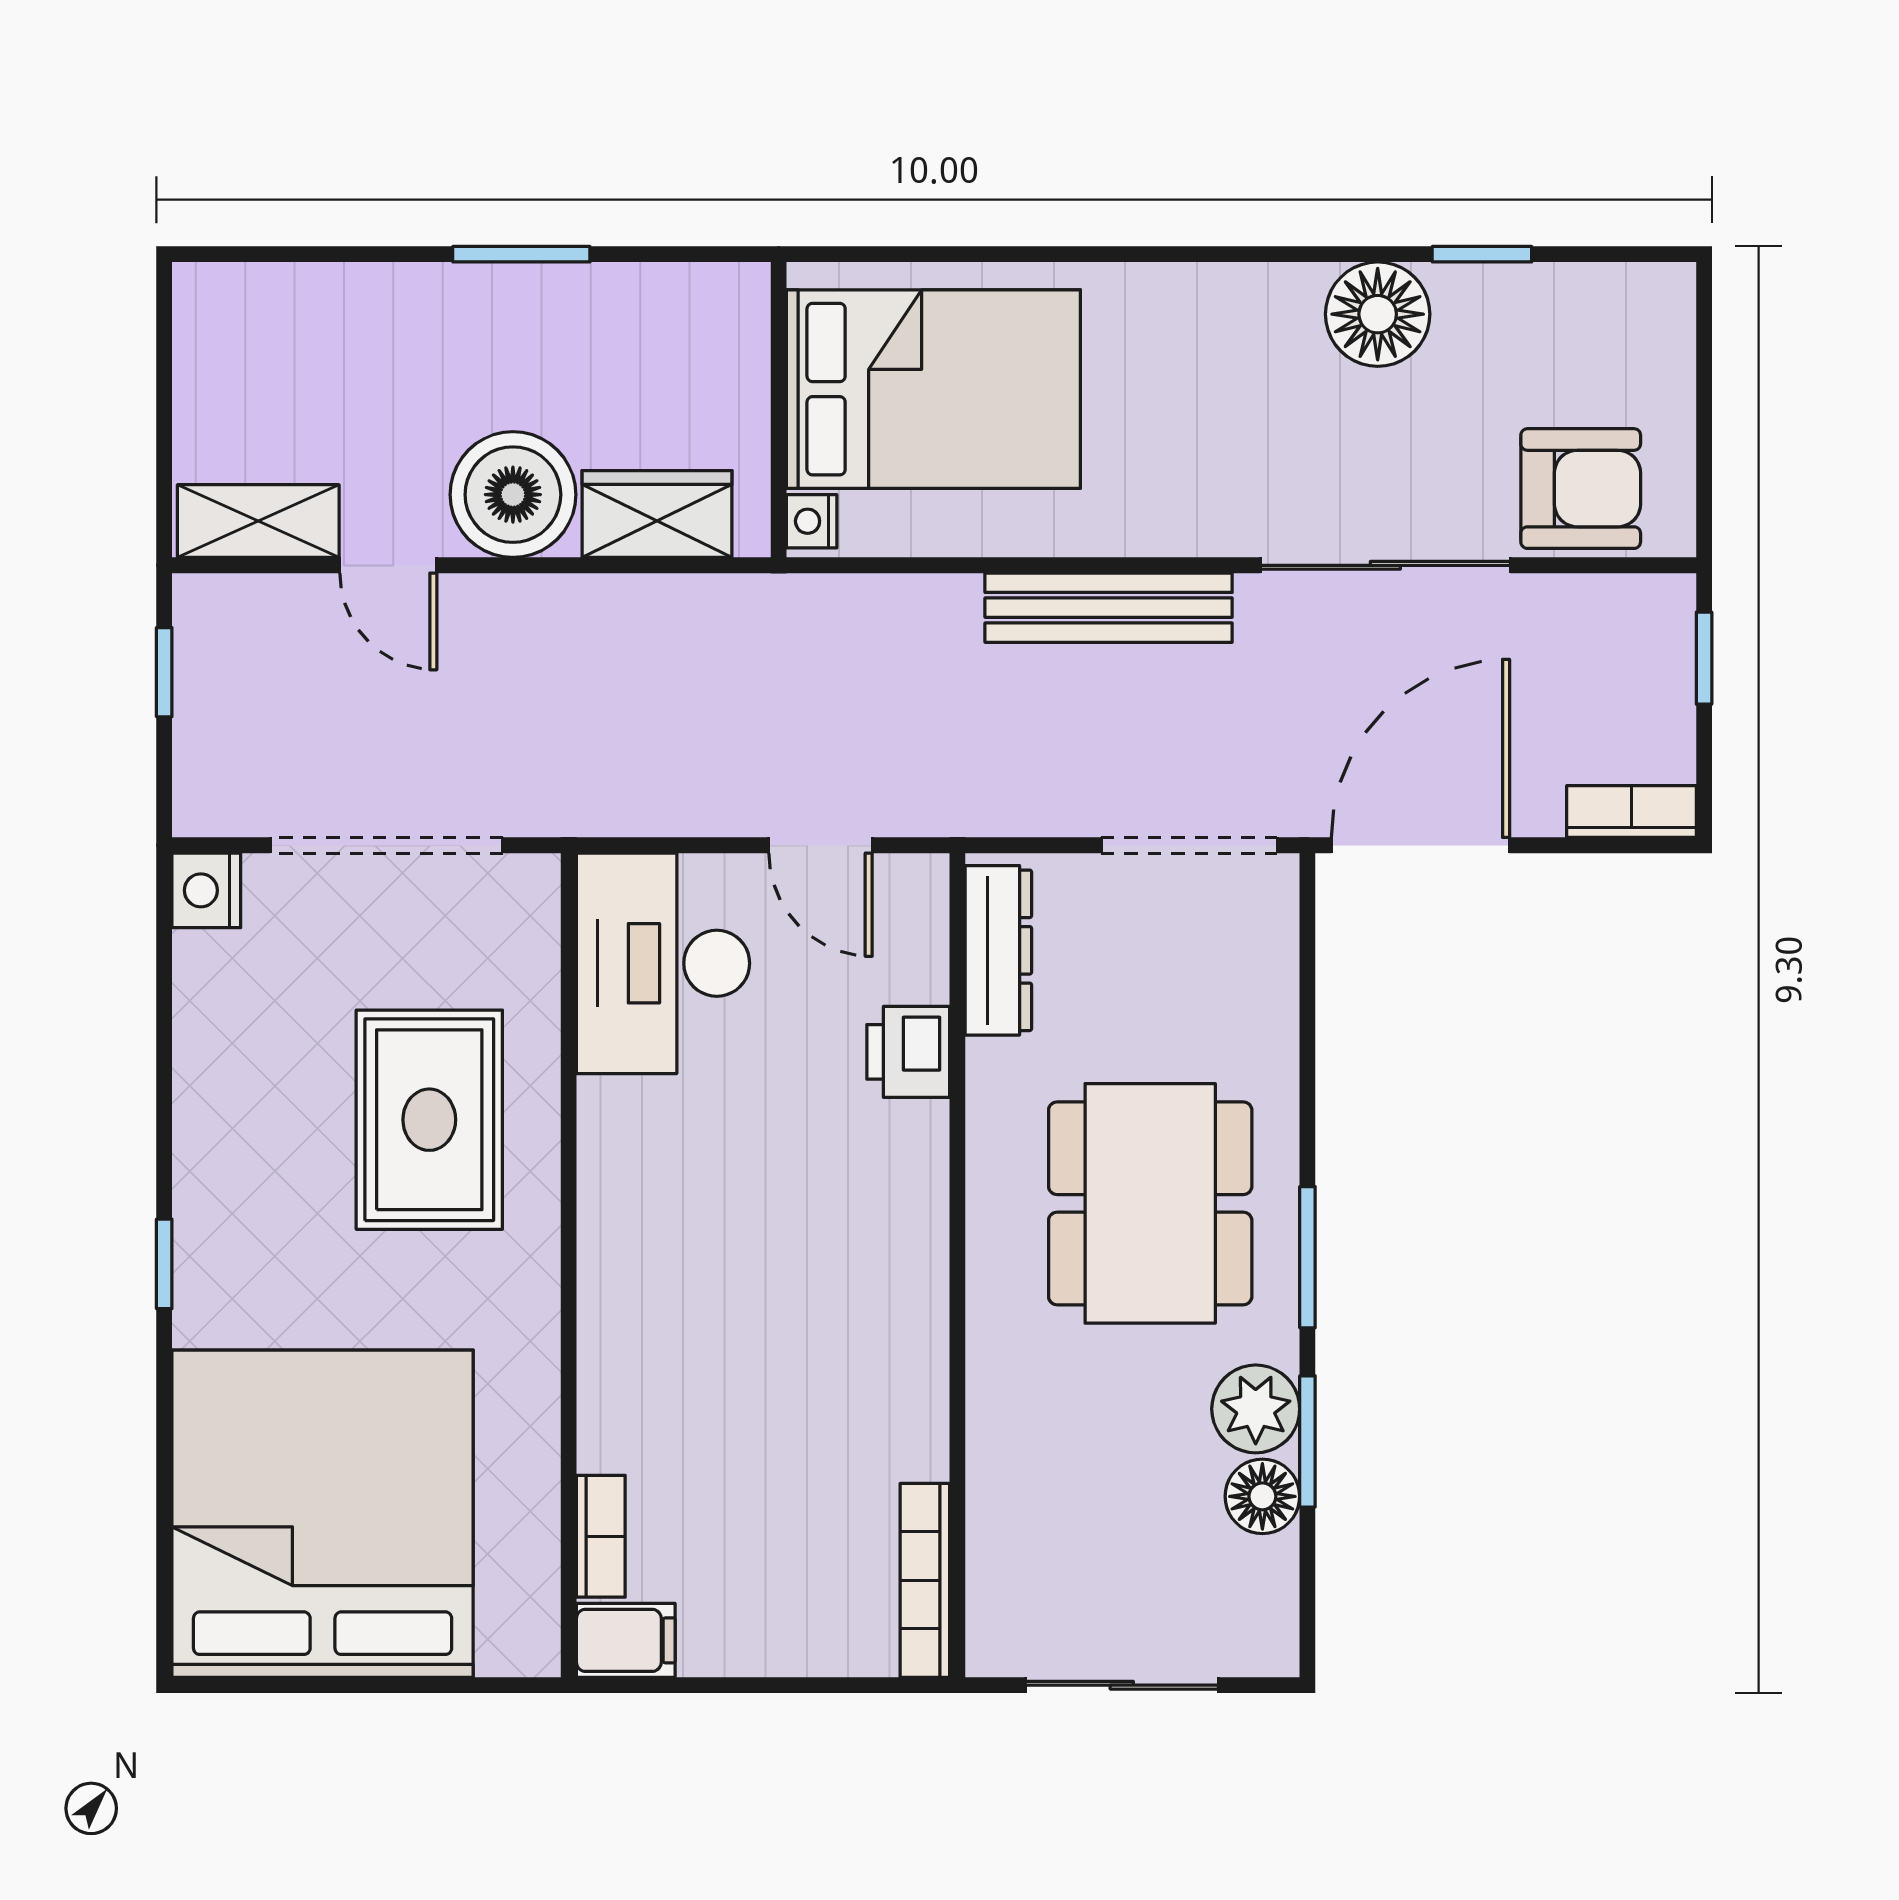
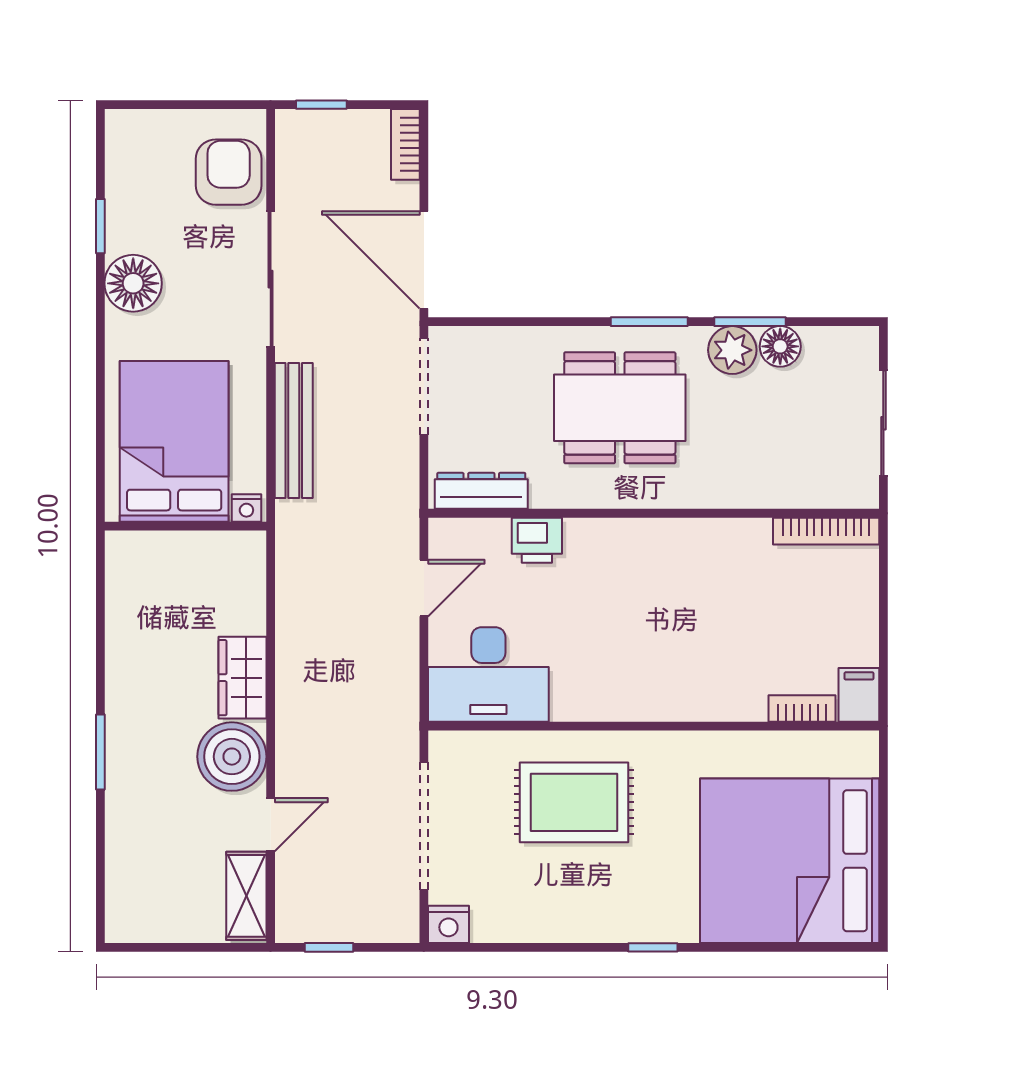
bed: (933, 389) -> (174, 441), moved
wall: (779, 410) -> (185, 526), moved
nightstand: (812, 521) -> (246, 508), moved

